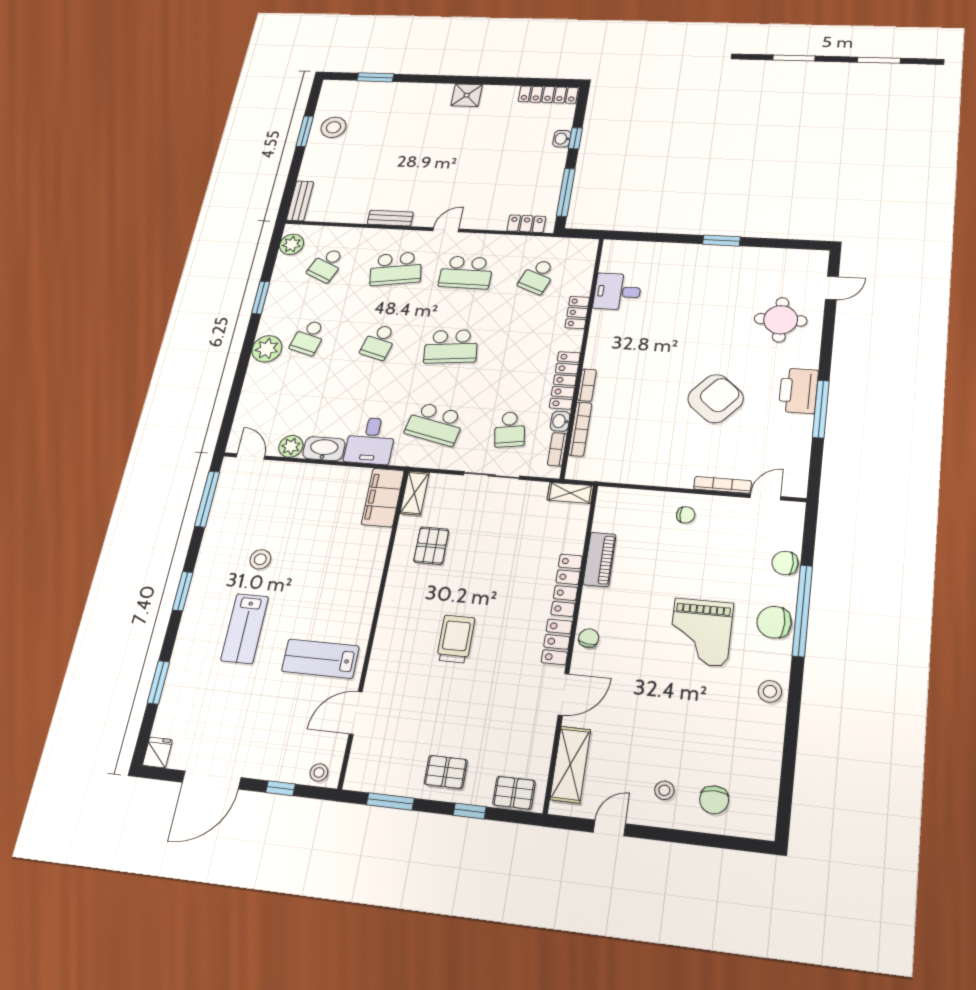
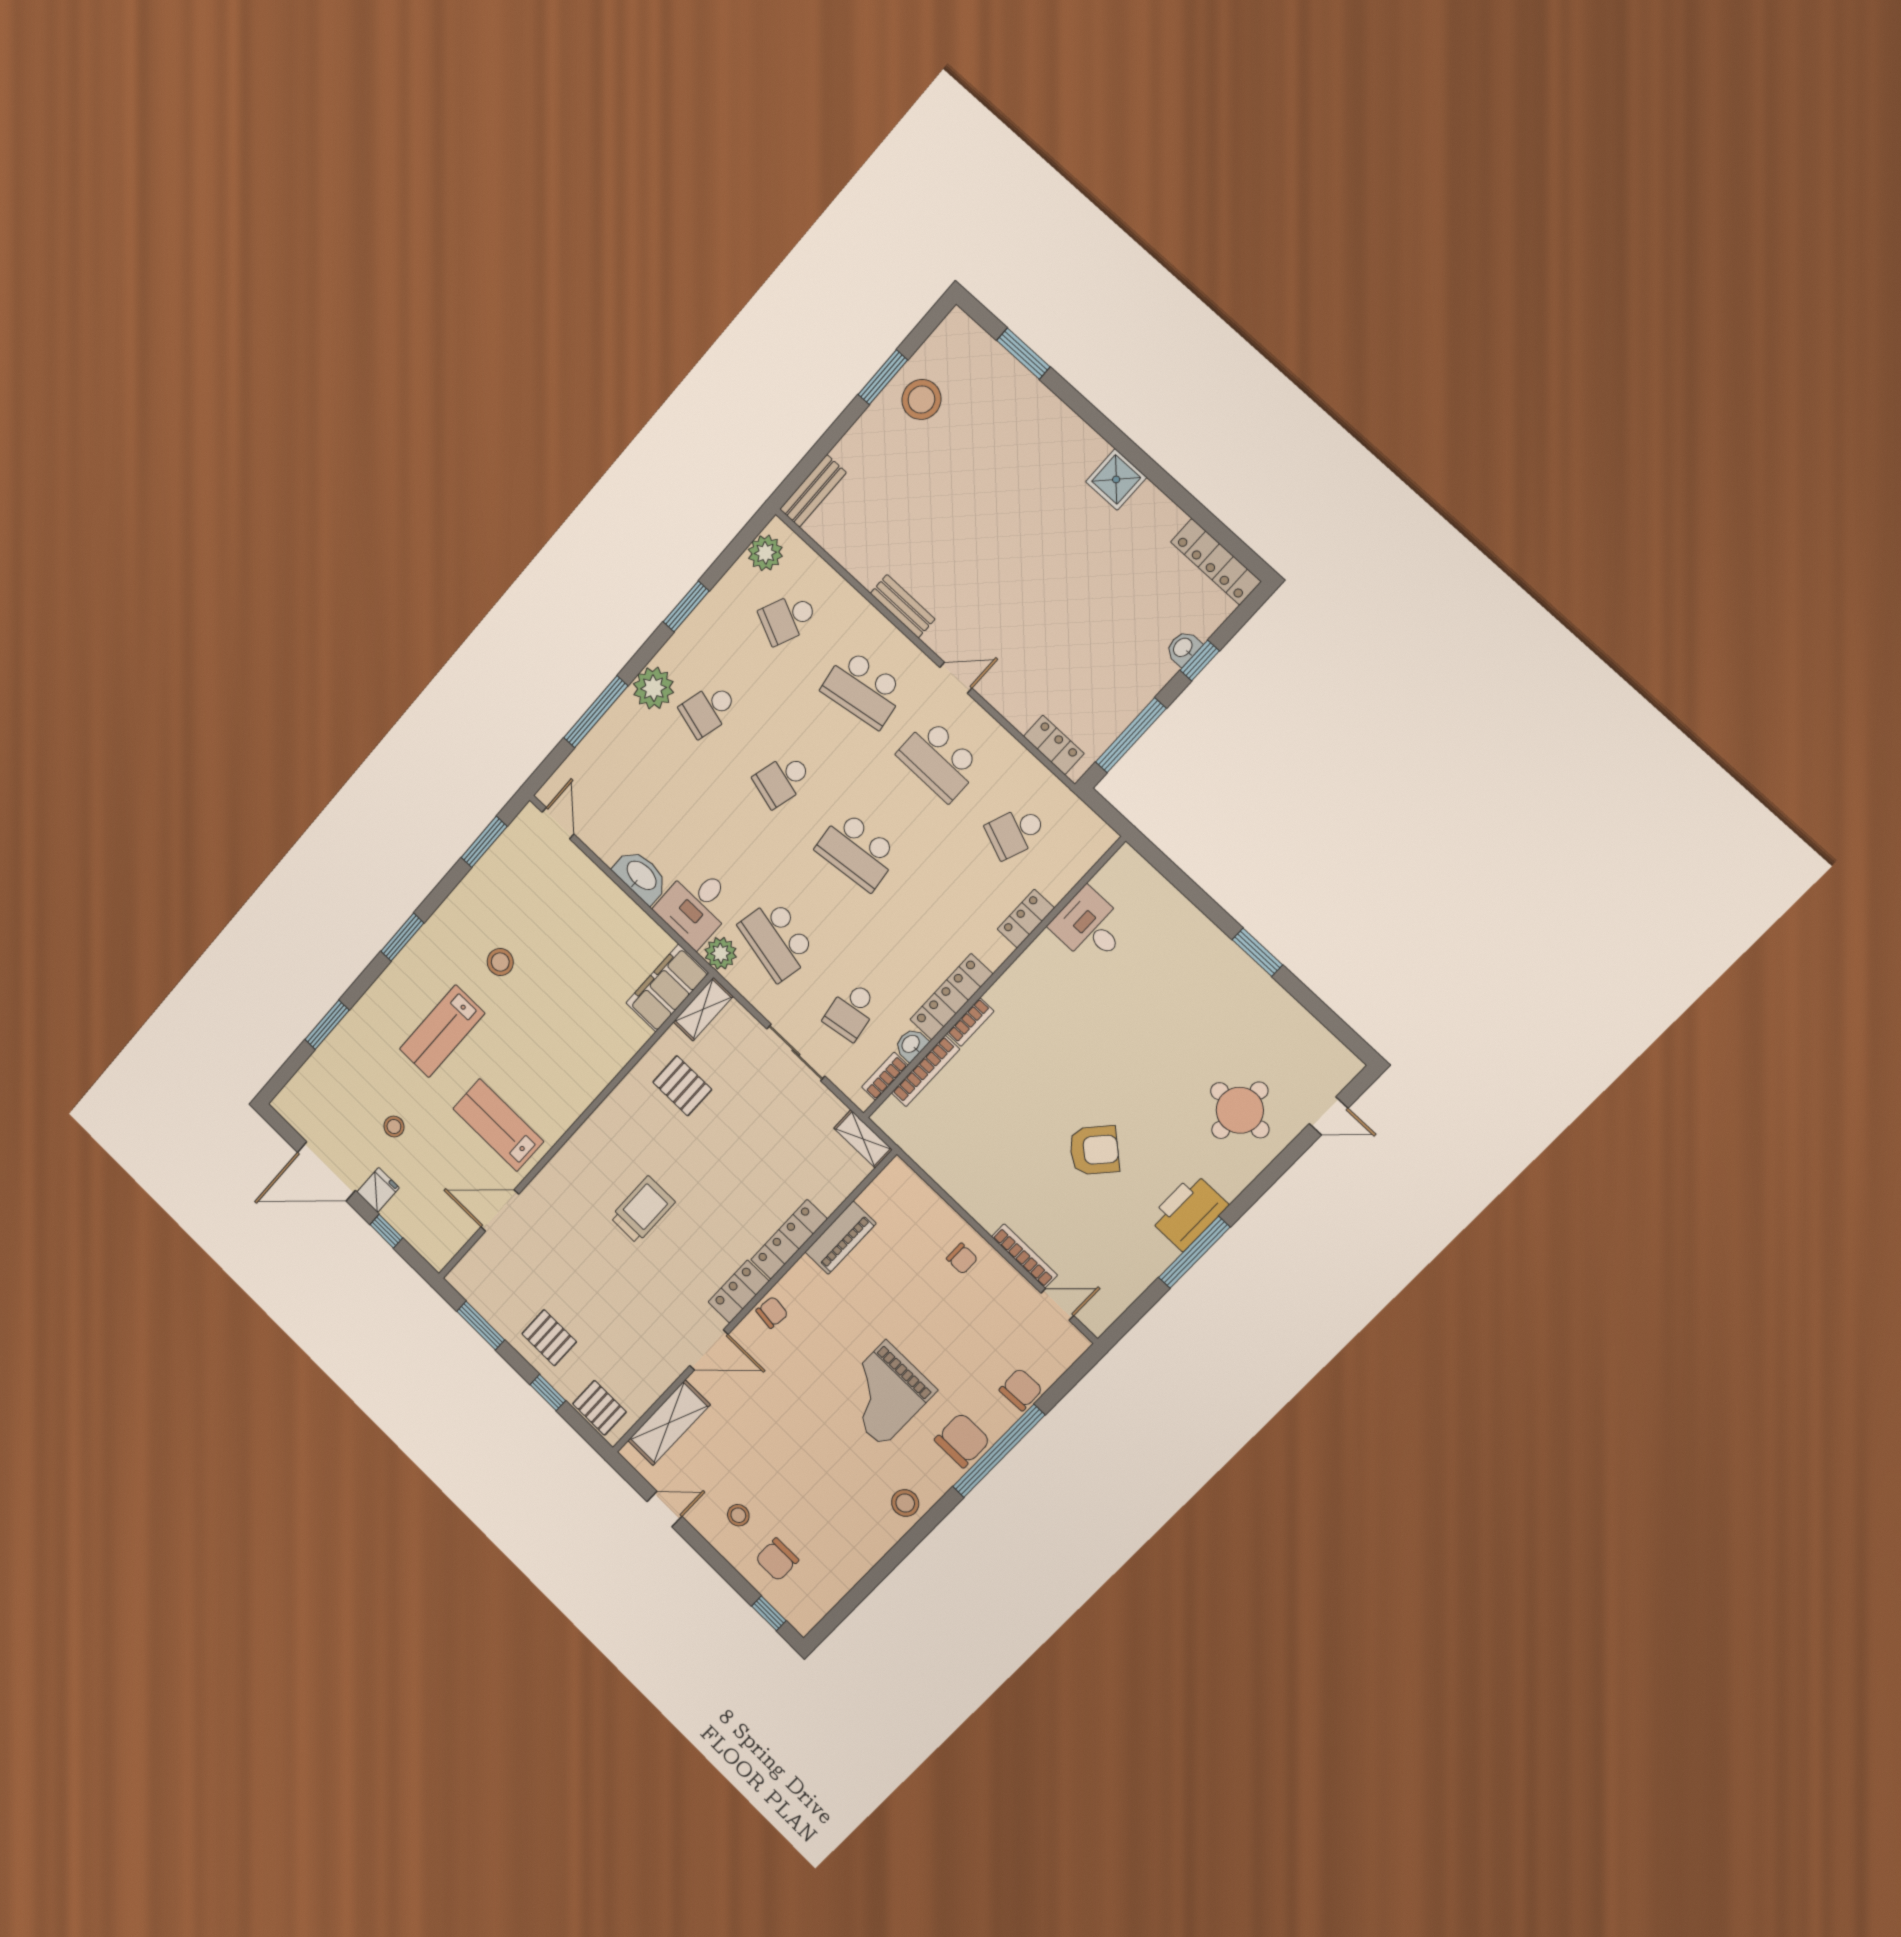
window: (238, 383) -> (596, 712), added
armchair: (716, 399) -> (1094, 1150), width x0.73, depth x0.73
plant: (291, 446) -> (721, 953), moved
window: (207, 499) -> (484, 842), width x0.69
pallet: (431, 546) -> (682, 1086), turned 90
chair: (785, 563) -> (1021, 1389), turned 88
chair: (774, 622) -> (962, 1440), turned 90
fridge: (157, 752) -> (378, 1190), moved
stool: (319, 772) -> (394, 1127), moved
window: (737, 843) -> (769, 1613), added

